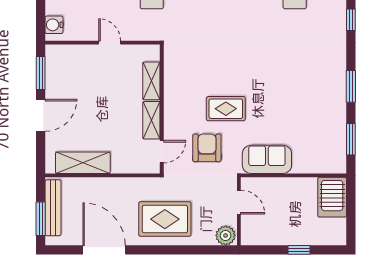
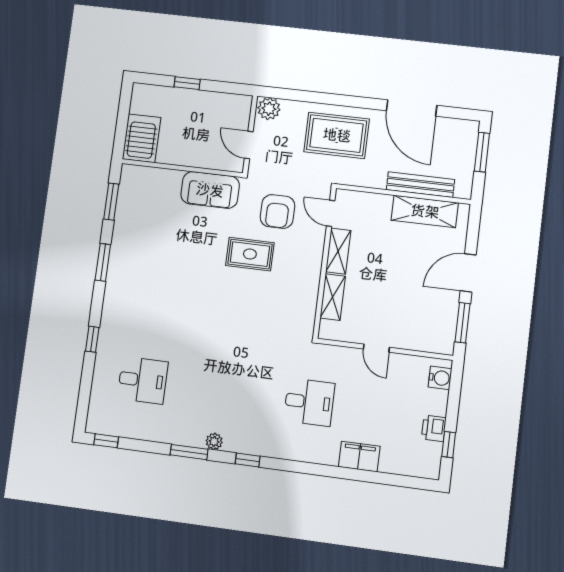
door: (162, 152) -> (331, 213), hinge flipped
bench: (53, 208) -> (420, 185), moved, turned 90

